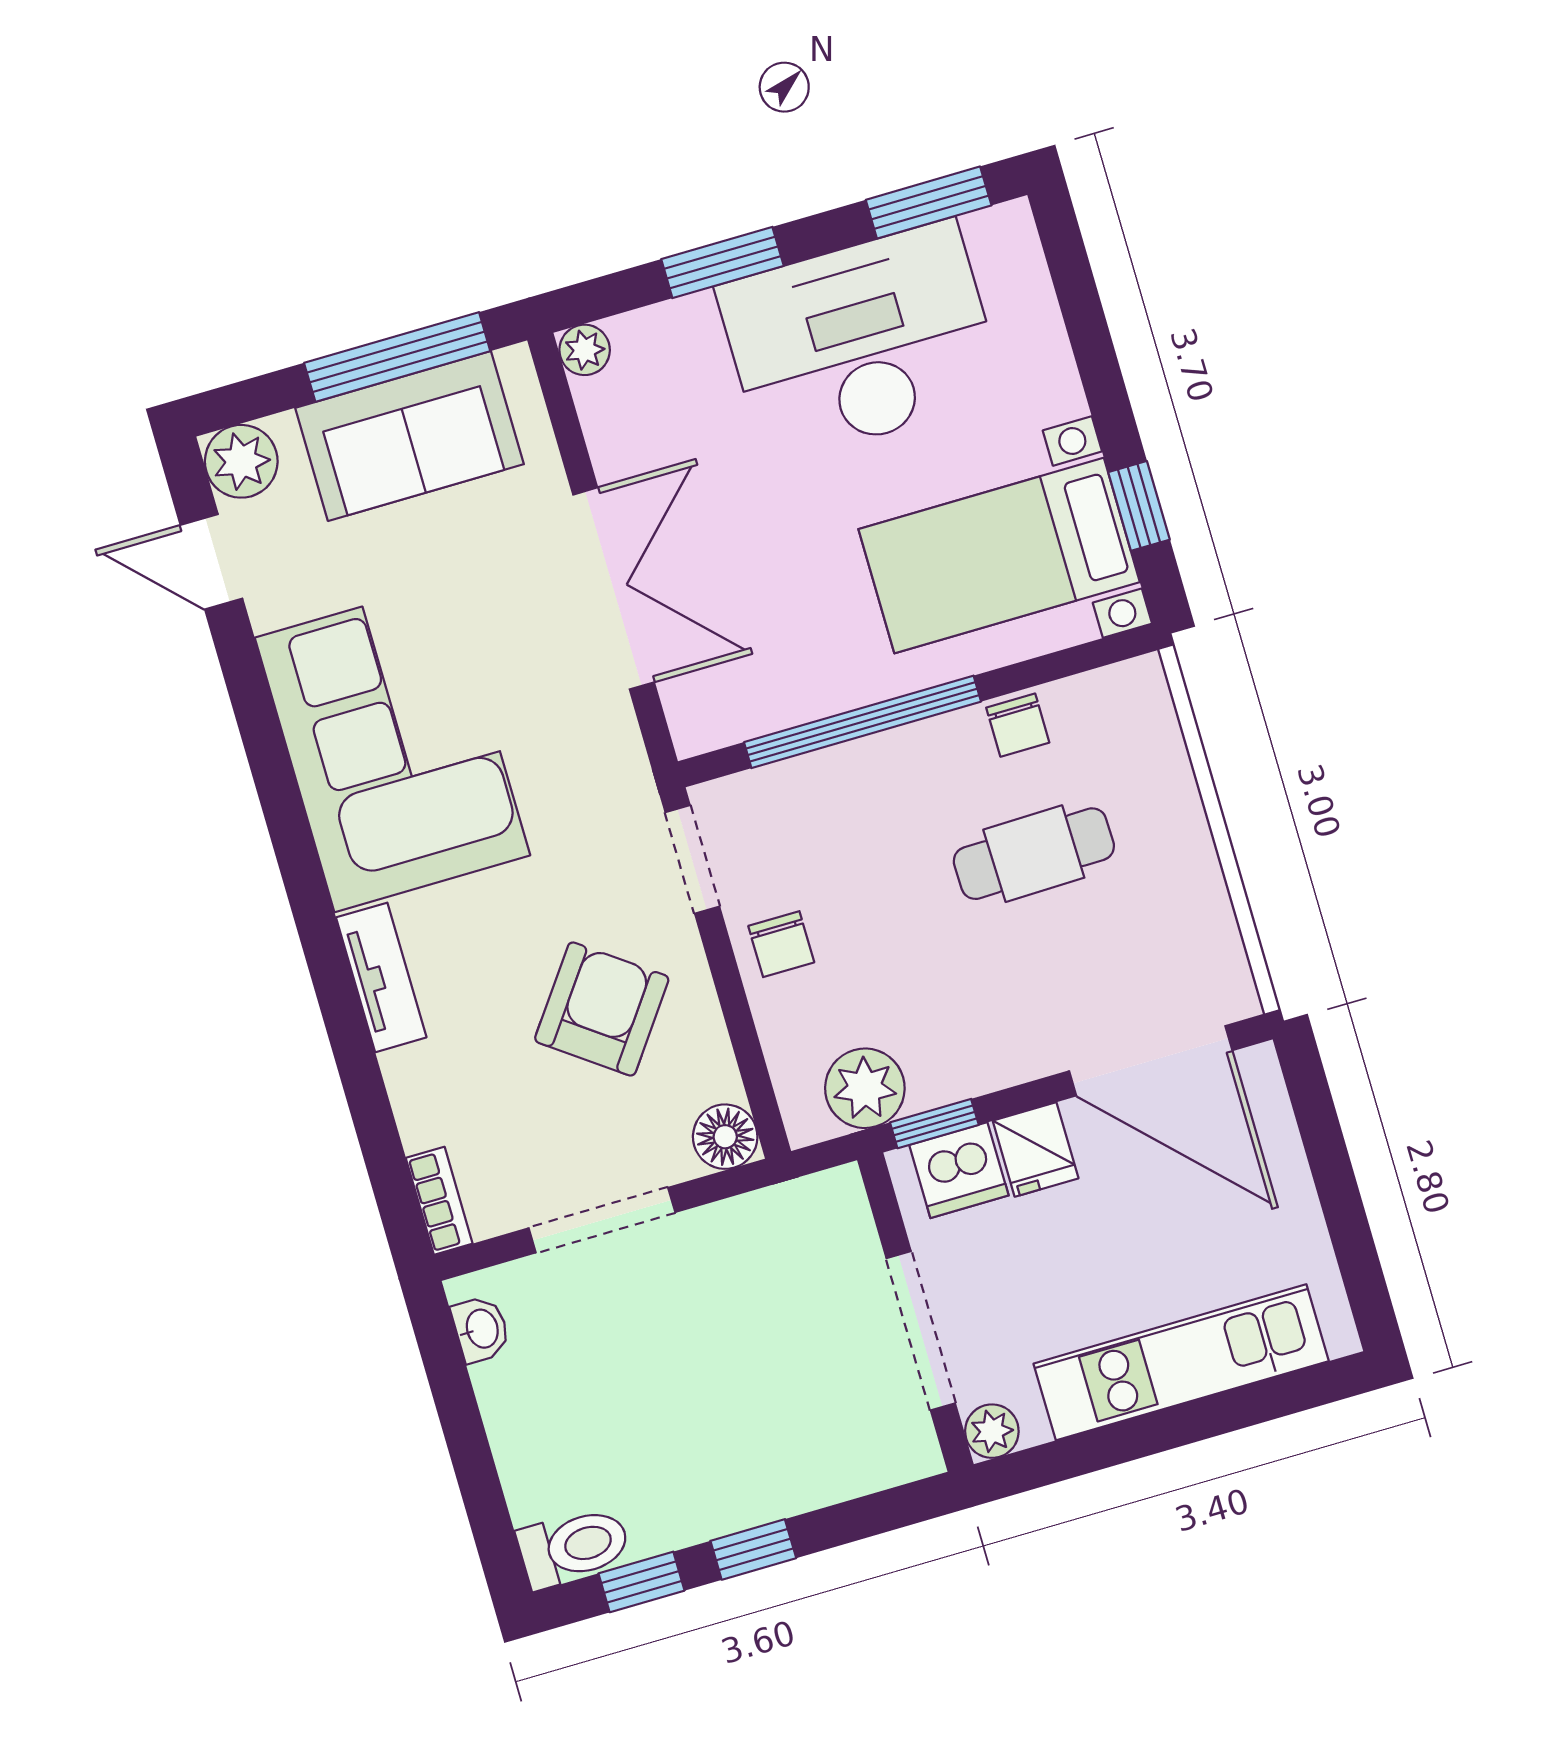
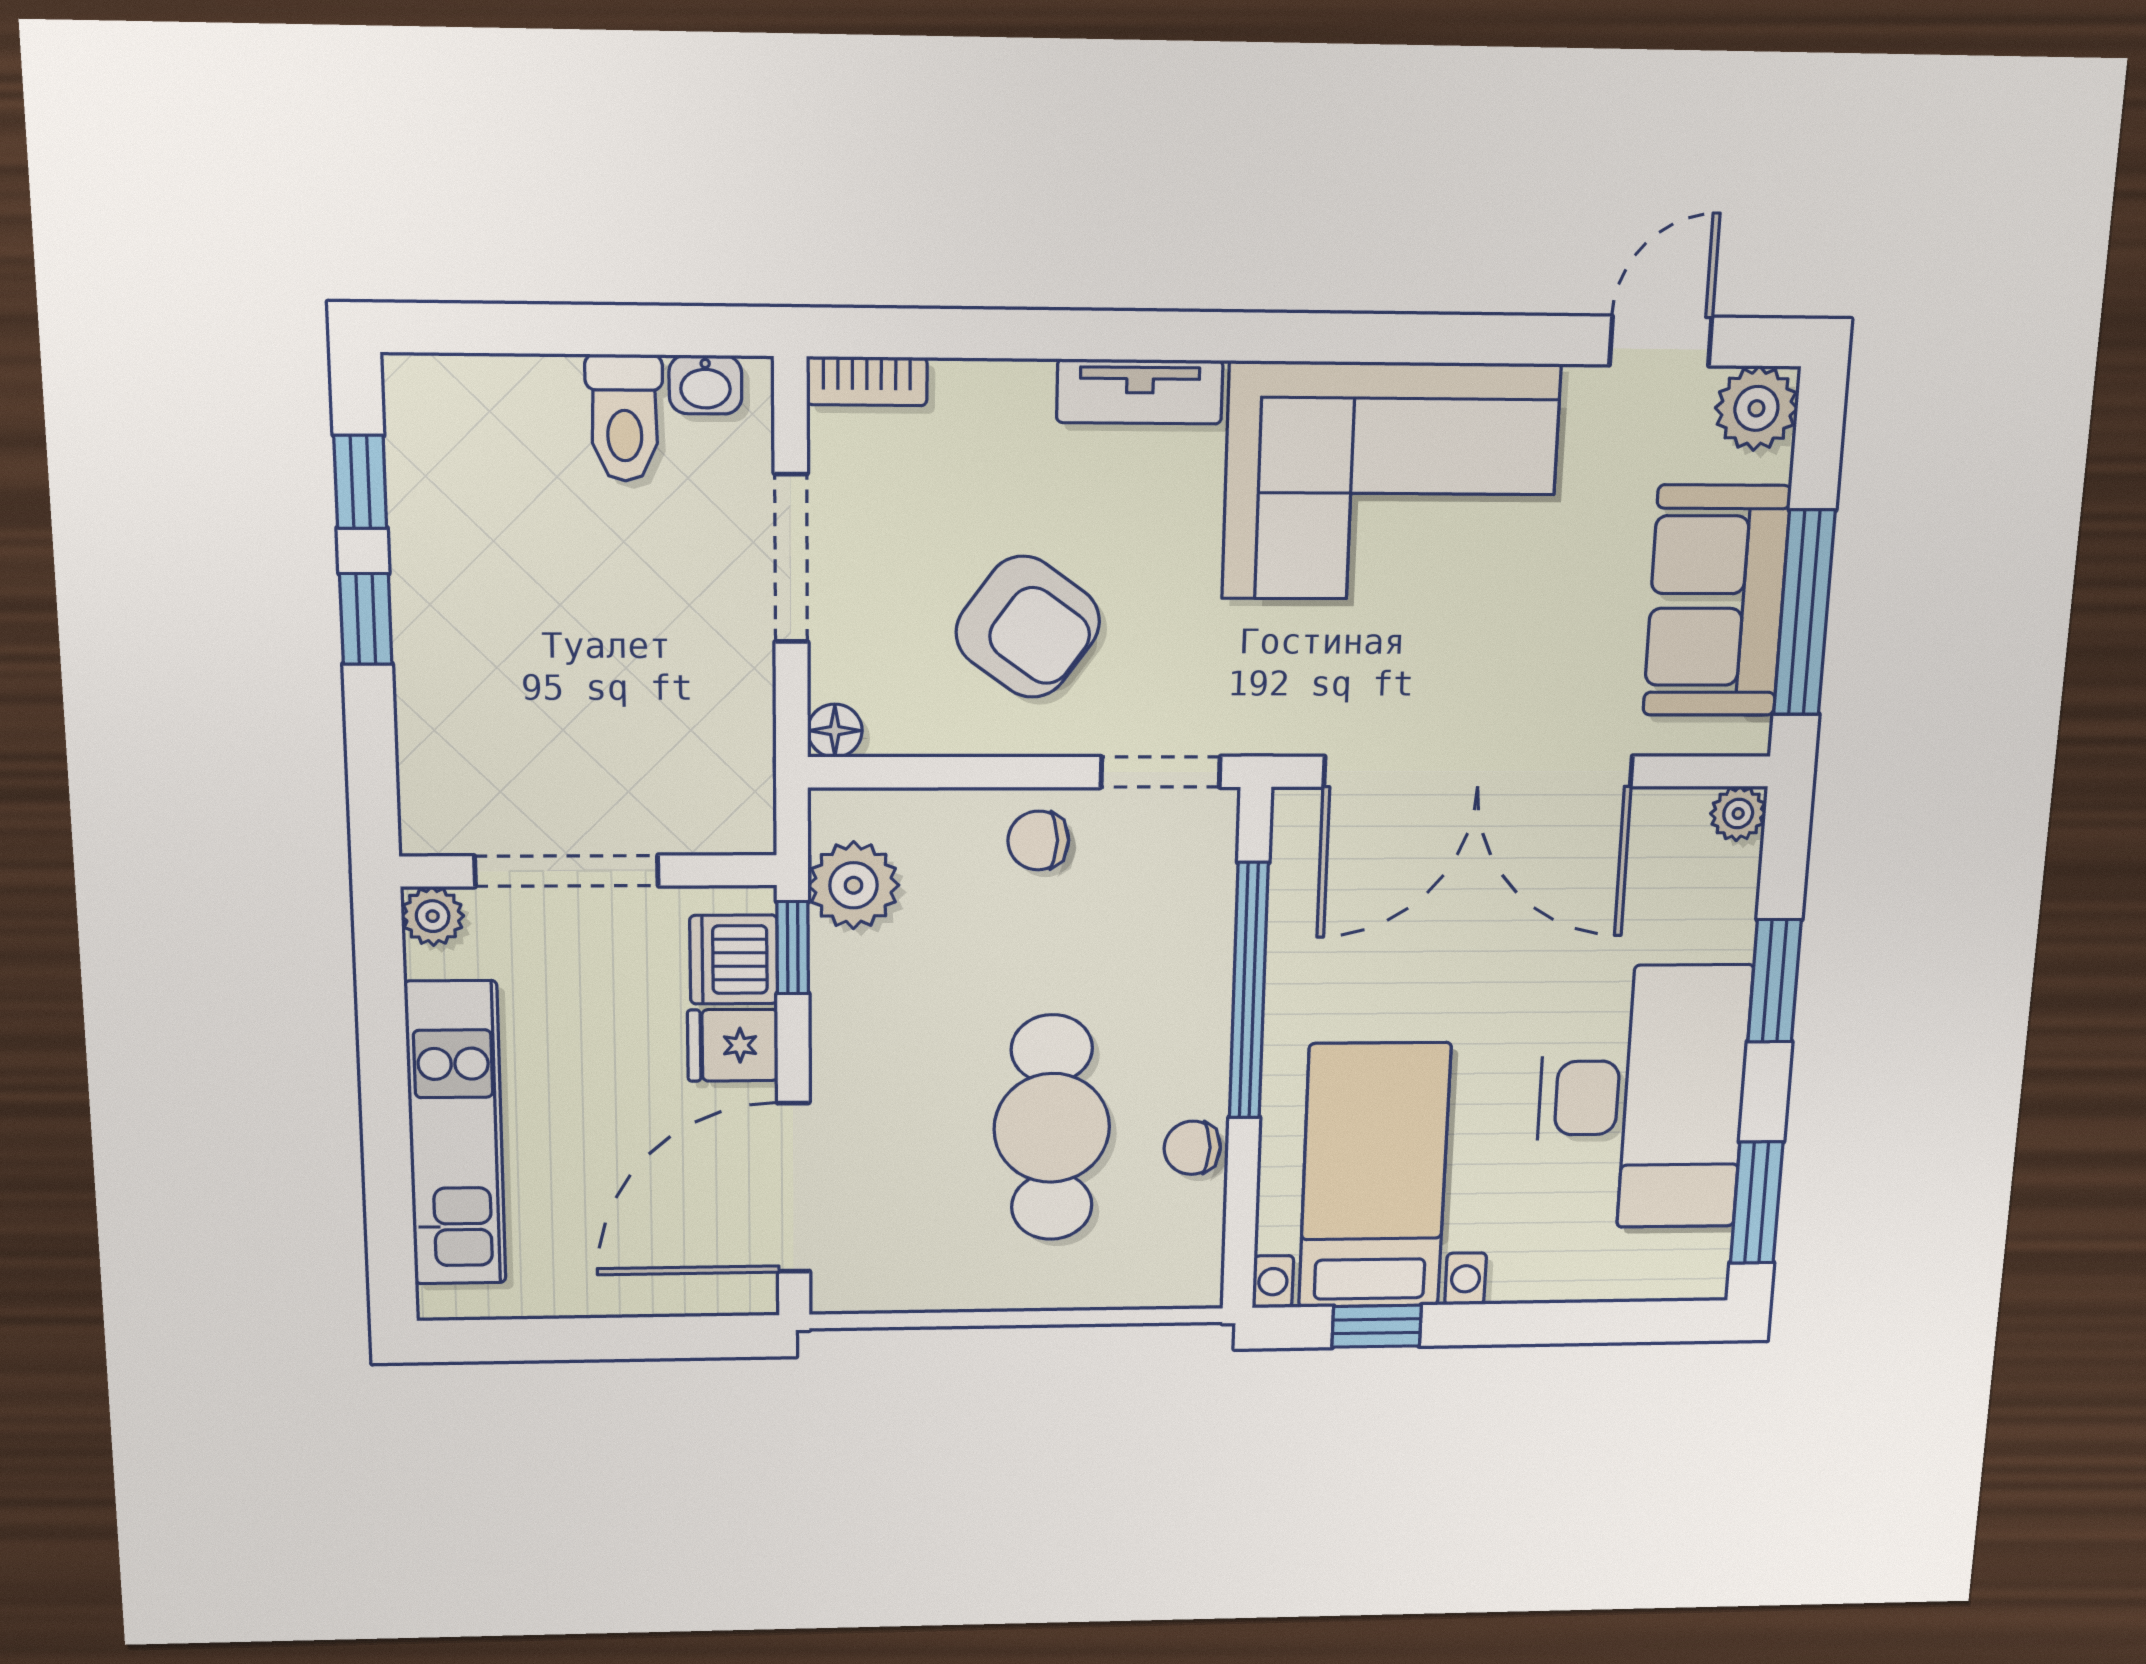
double door: (614, 588) -> (1478, 772), width x1.36
cafe table: (1034, 854) -> (1052, 1128), width x1.37, depth x1.35
floor lamp: (725, 1137) -> (835, 731), width x0.73, depth x0.73
toilet: (574, 1547) -> (624, 418), moved

